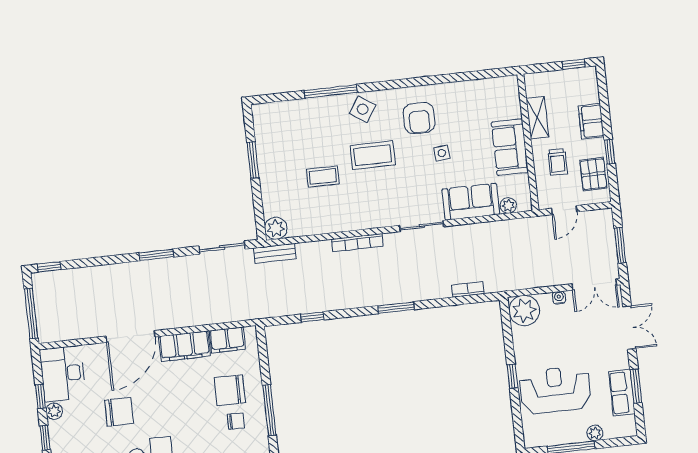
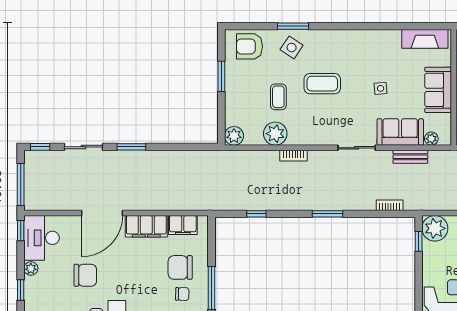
fireplace: (487, 89) -> (425, 39), added
window: (331, 91) -> (293, 26), width x0.69
side table: (363, 109) -> (292, 47), moved
armchair: (419, 118) -> (249, 46), moved, turned 90
coffee table: (323, 177) -> (278, 97), turned 90
plant: (324, 220) -> (275, 134), added
bookcase: (357, 243) -> (294, 156), width x0.64
sliding door: (222, 247) -> (83, 147), moved
bench: (275, 253) -> (410, 157), moved
window: (512, 376) -> (419, 241), moved
window: (40, 396) -> (21, 231), moved

